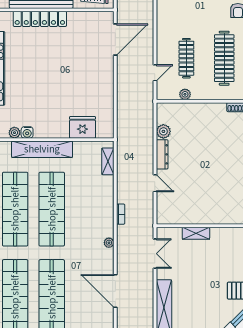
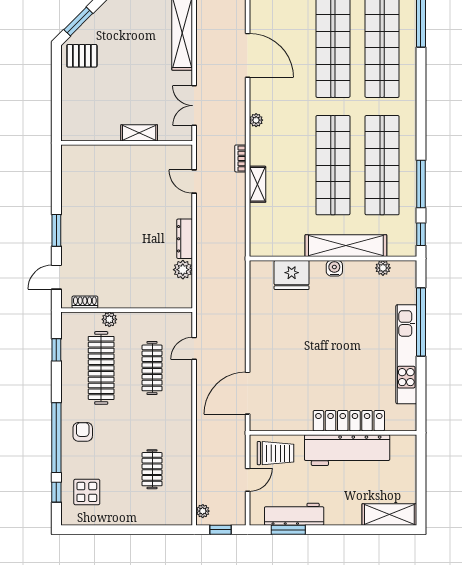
plant: (185, 94) -> (109, 319), moved
water cooler: (27, 132) -> (334, 268), moved
shelving: (108, 161) -> (257, 184), moved
door: (155, 183) -> (194, 182), moved

